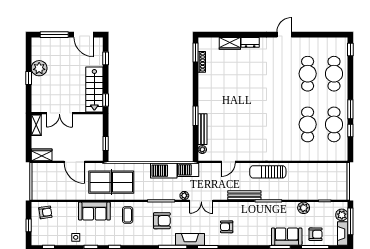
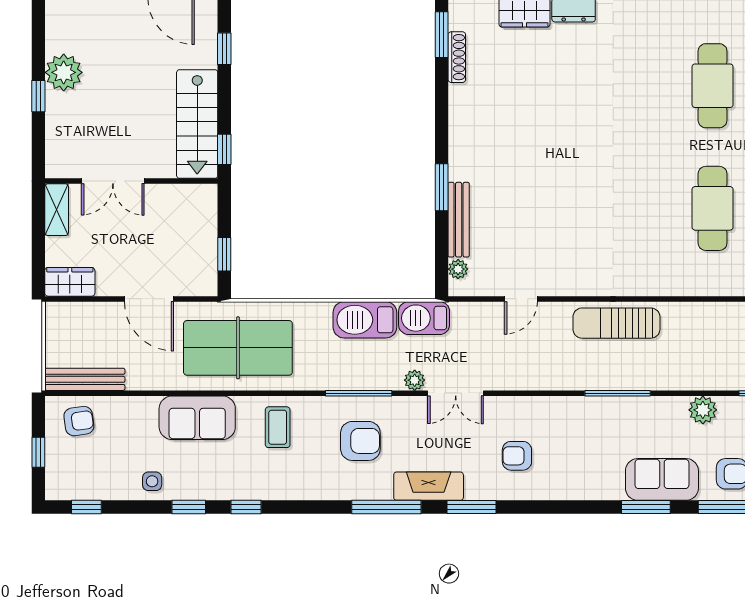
bench: (244, 195) -> (85, 379), moved

